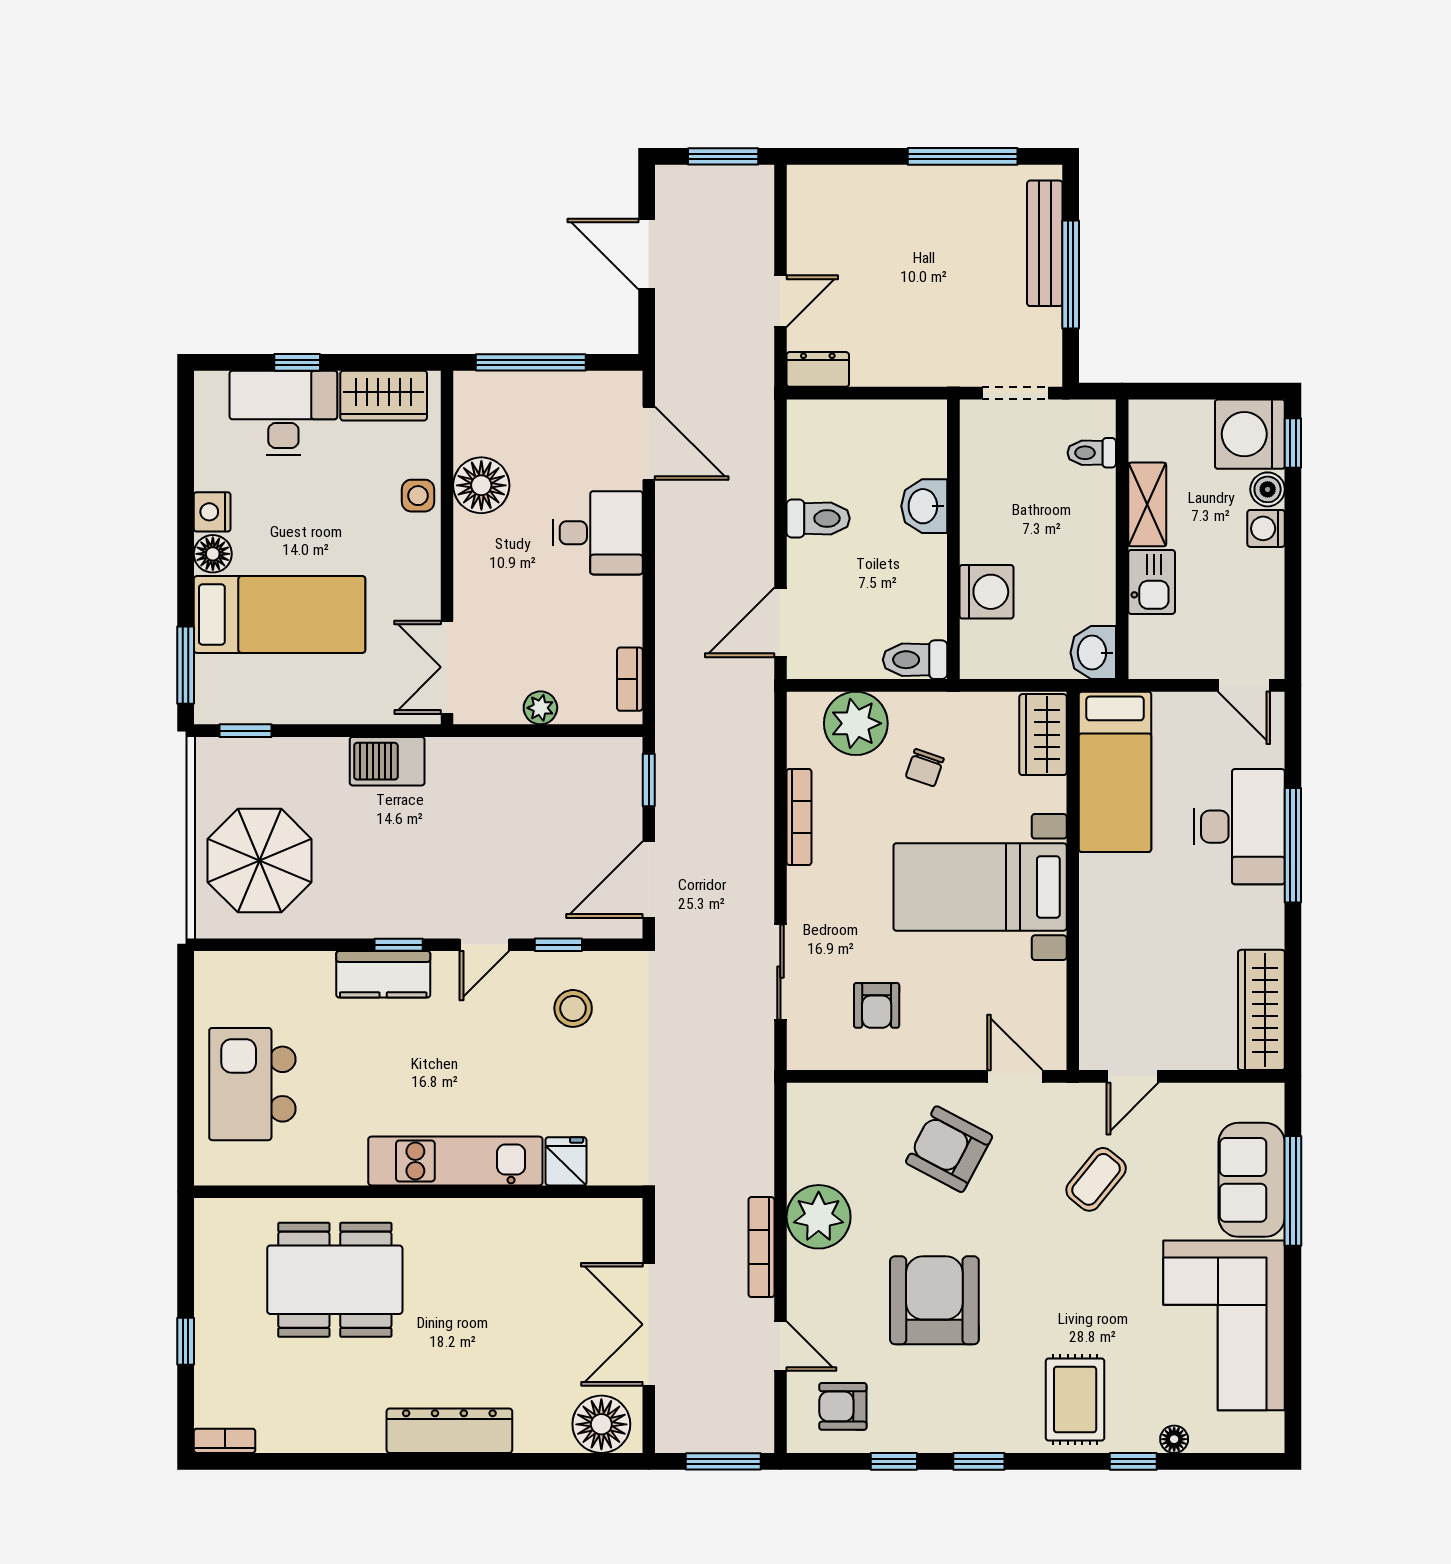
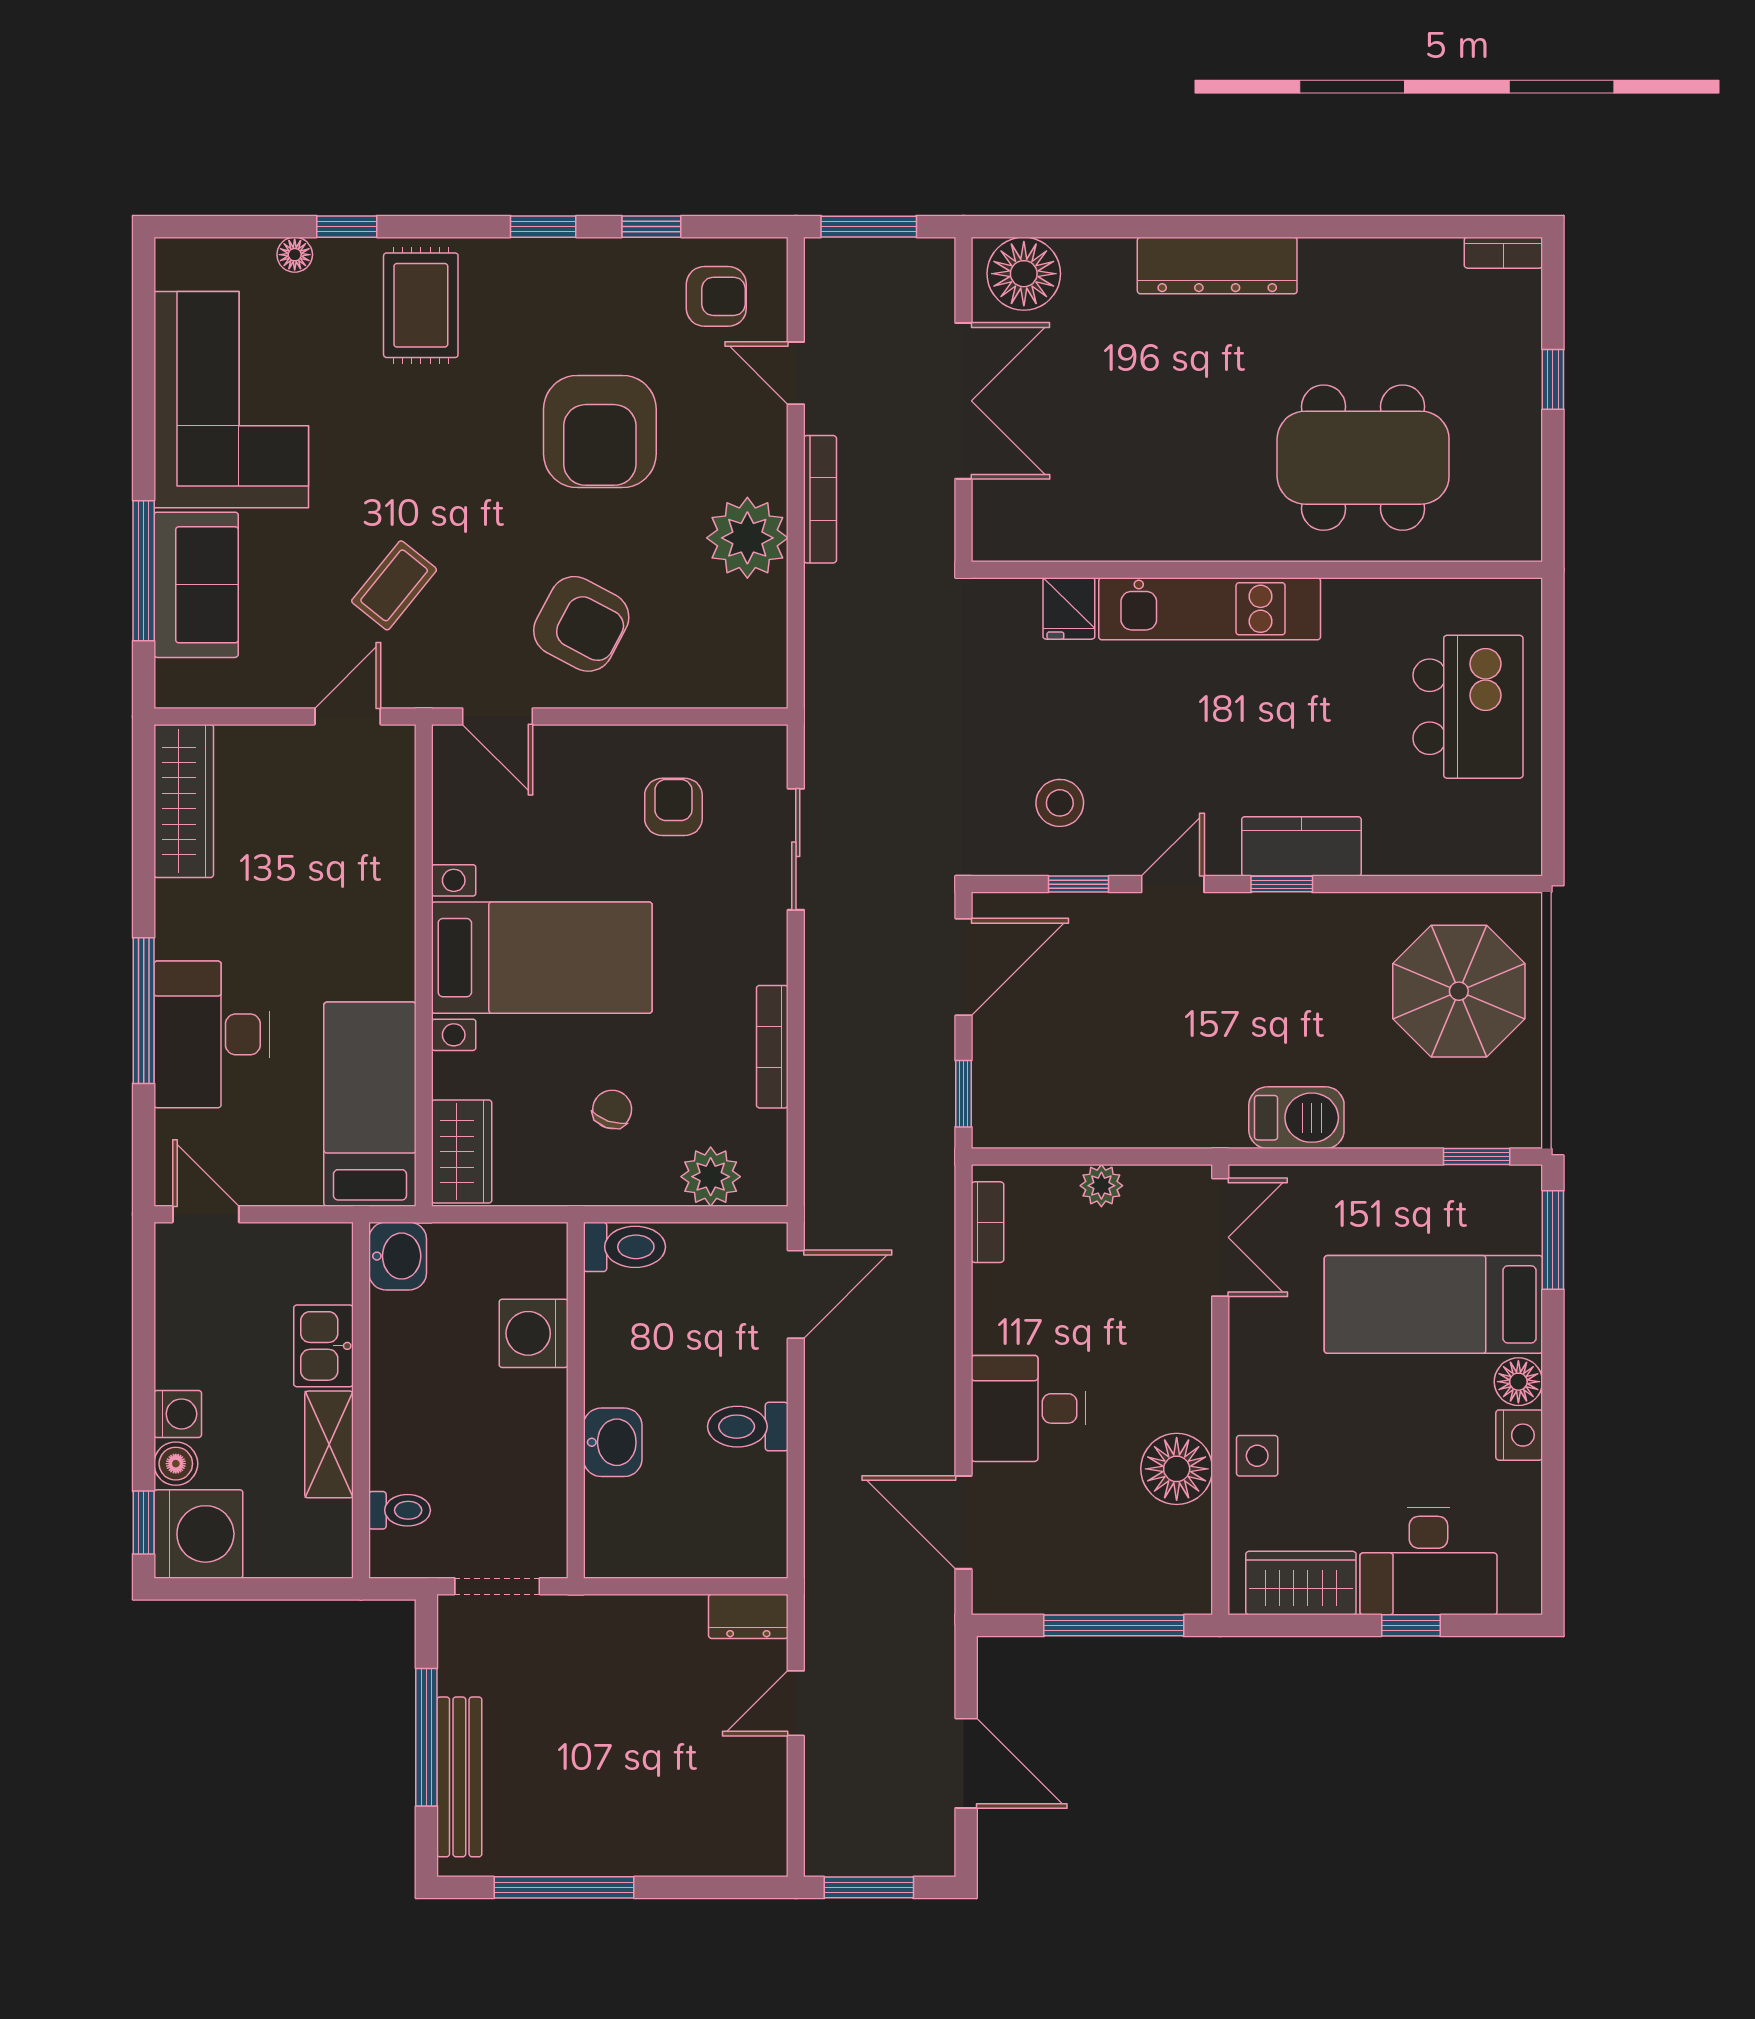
plant: (856, 723) -> (711, 1177), width x0.73, depth x0.73

